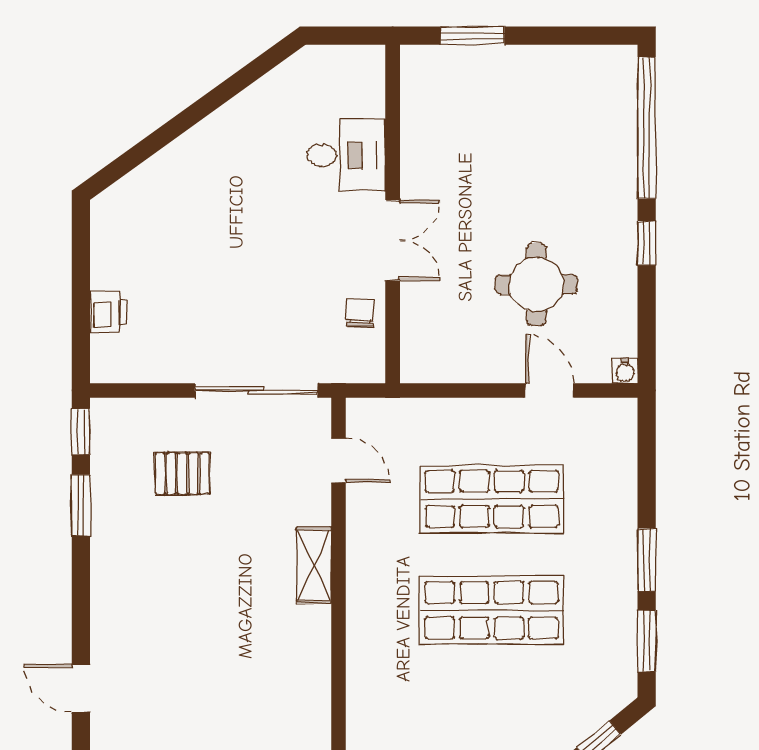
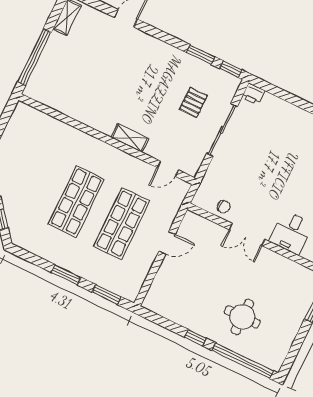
round table: (536, 284) -> (242, 317), moved
printer: (108, 312) -> (253, 94), moved
water cooler: (625, 371) -> (148, 304), removed
sliding door: (256, 390) -> (222, 130), moved
door: (549, 390) -> (167, 243), moved
window: (647, 641) -> (107, 295), moved

